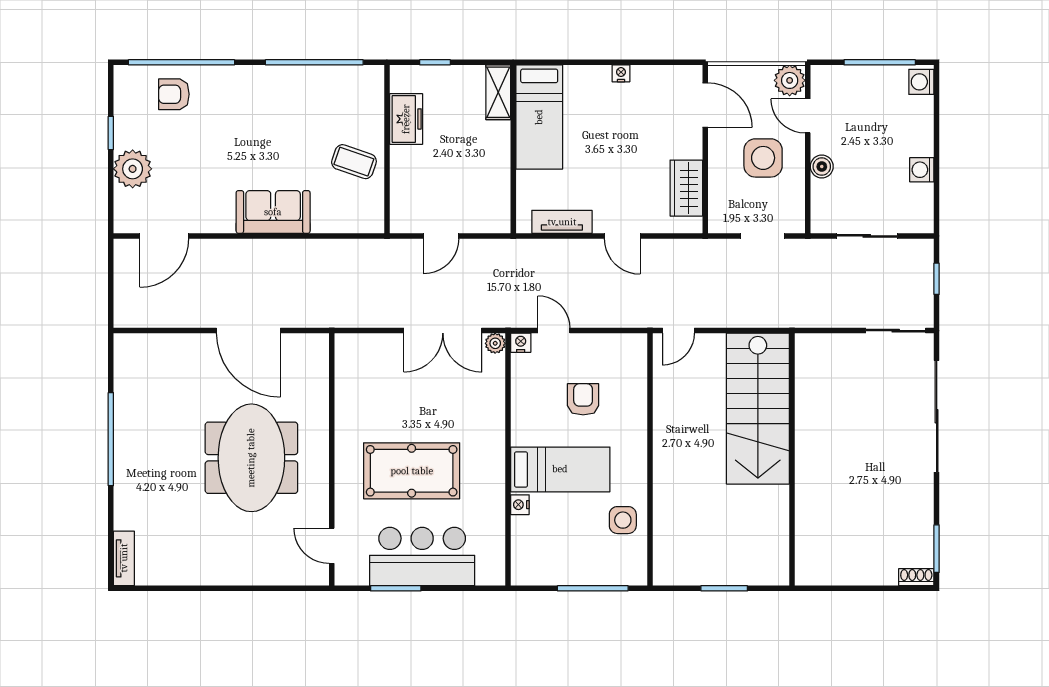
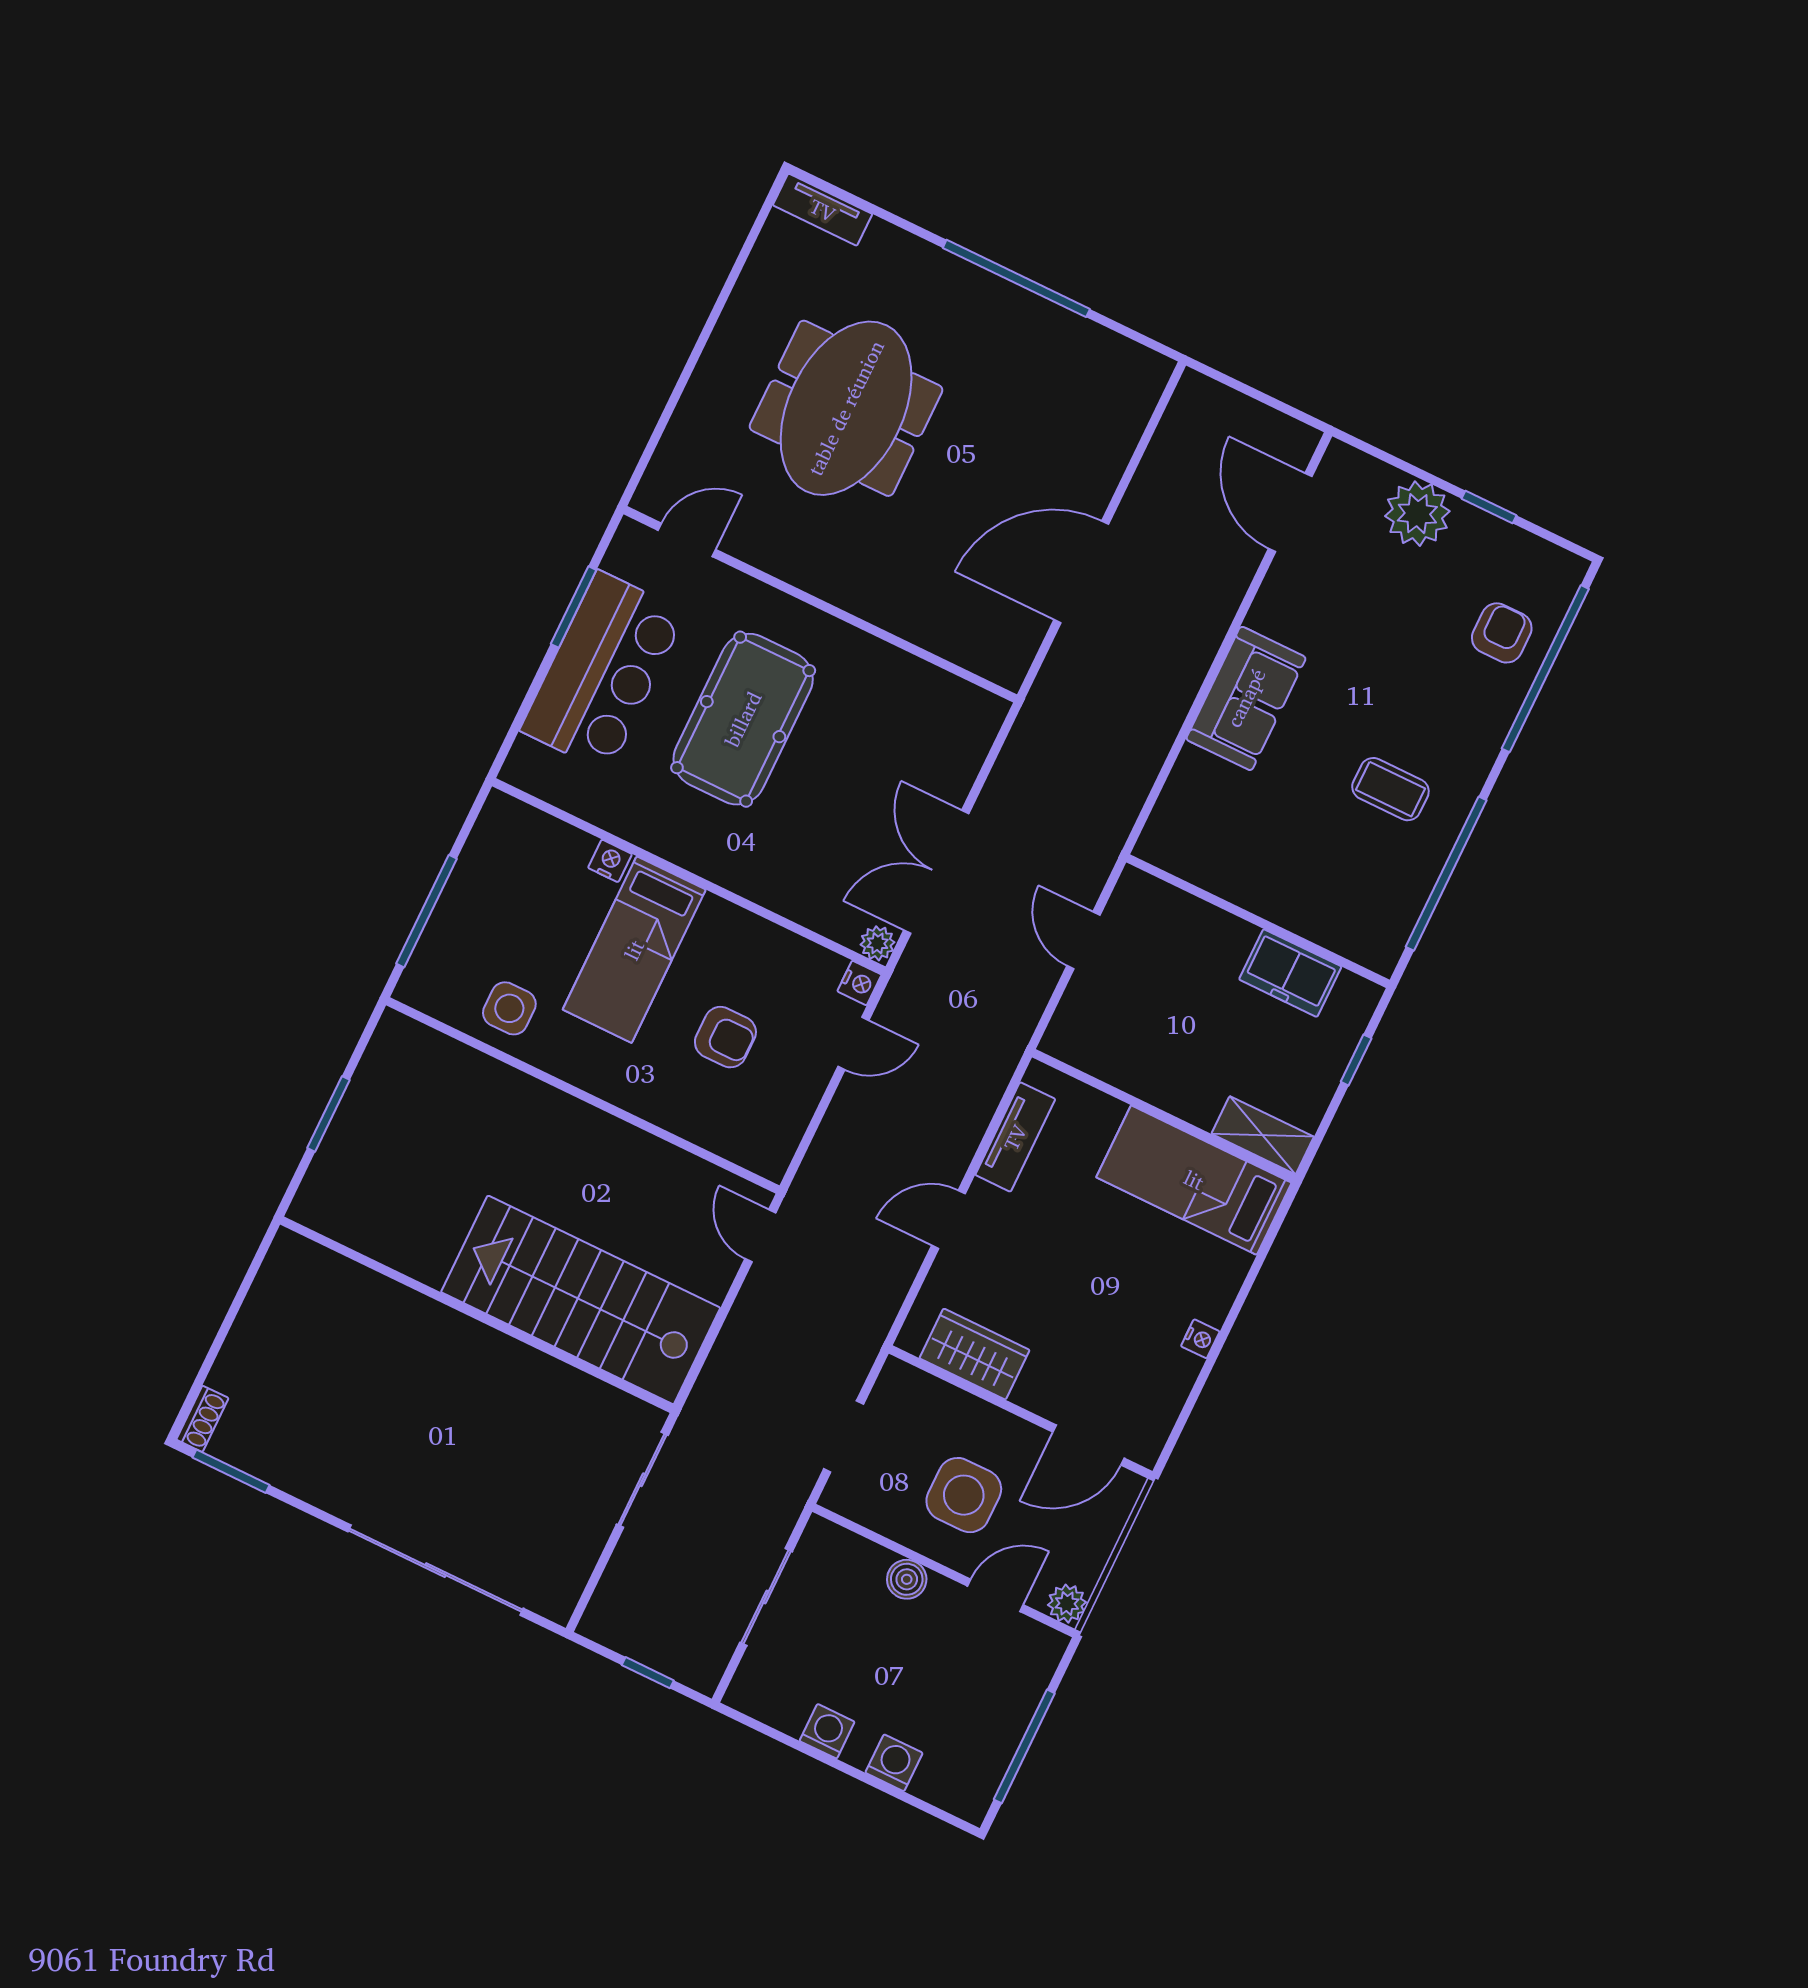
plant: (790, 80) -> (1067, 1604), width x0.73, depth x0.73
washing machine: (921, 82) -> (894, 1763), moved
coffee table: (354, 162) -> (1390, 789), moved, turned 71
sliding door: (896, 331) -> (642, 1480), moved
meeting table: (251, 458) -> (846, 408), moved, turned 90

